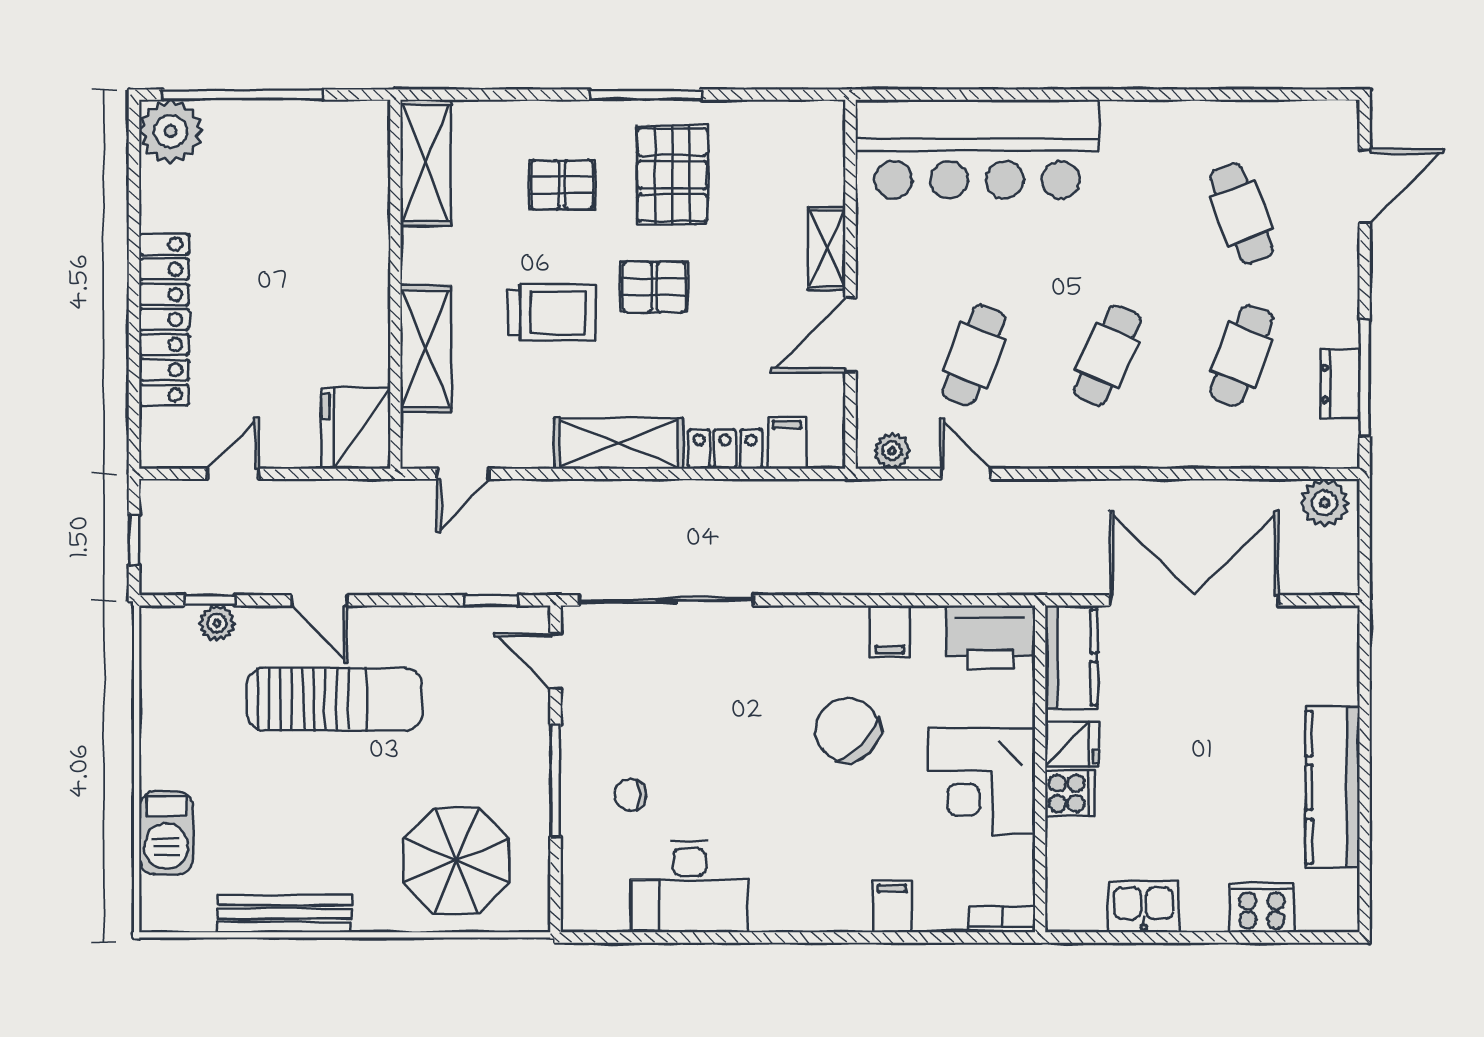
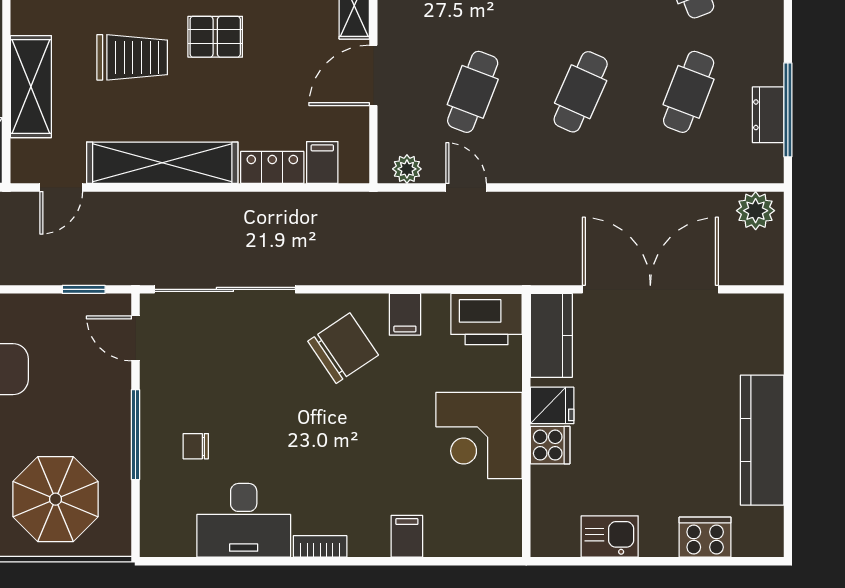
shelving: (619, 443) -> (162, 163), width x1.47
chair: (848, 730) -> (343, 348), moved, turned 101
bookcase: (1002, 919) -> (320, 546), moved

